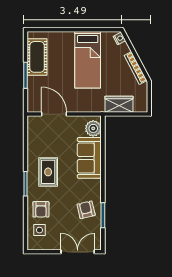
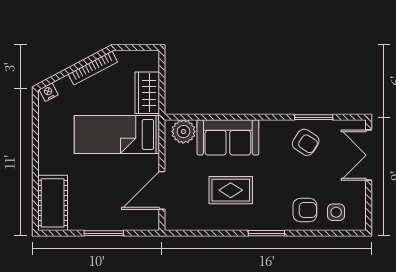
cot: (37, 57) -> (53, 203), moved, turned 90
bed: (88, 60) -> (117, 134), moved, turned 180
rug: (48, 172) -> (231, 190), moved
armchair: (86, 210) -> (306, 142), turned -134

